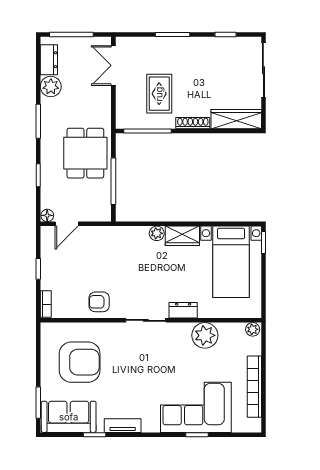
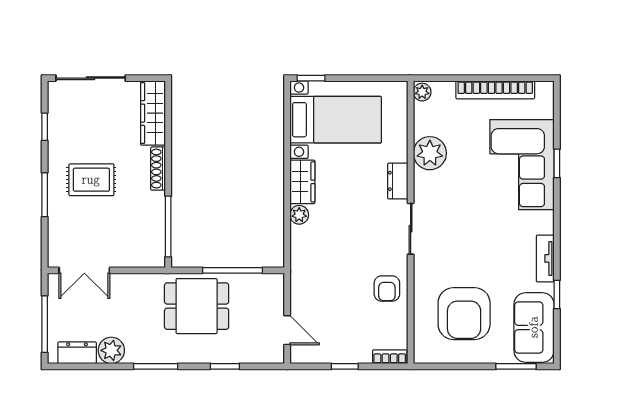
rug: (159, 94) -> (91, 180), moved
floor lamp: (47, 215) -> (276, 355), removed
armchair: (80, 362) -> (464, 314), turned 180

